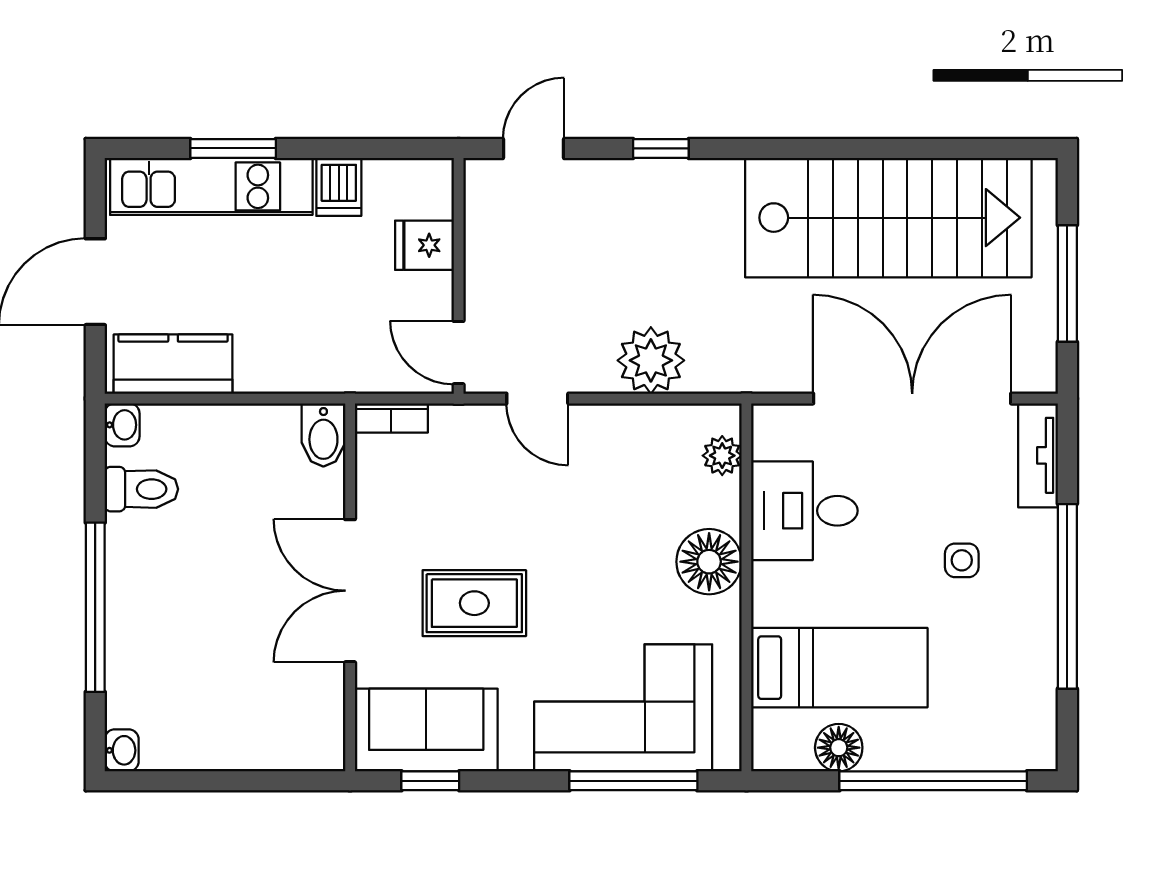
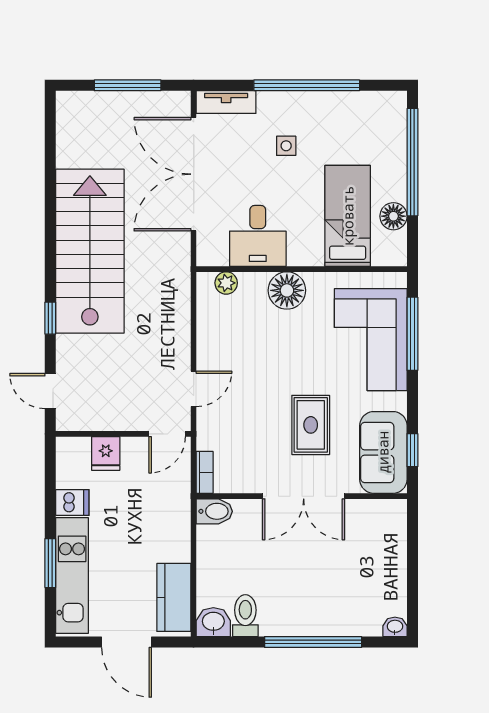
stairs: (888, 218) -> (90, 251), moved
plant: (651, 360) -> (172, 324), removed
washbasin: (122, 425) -> (213, 622), width x1.38, depth x1.45

